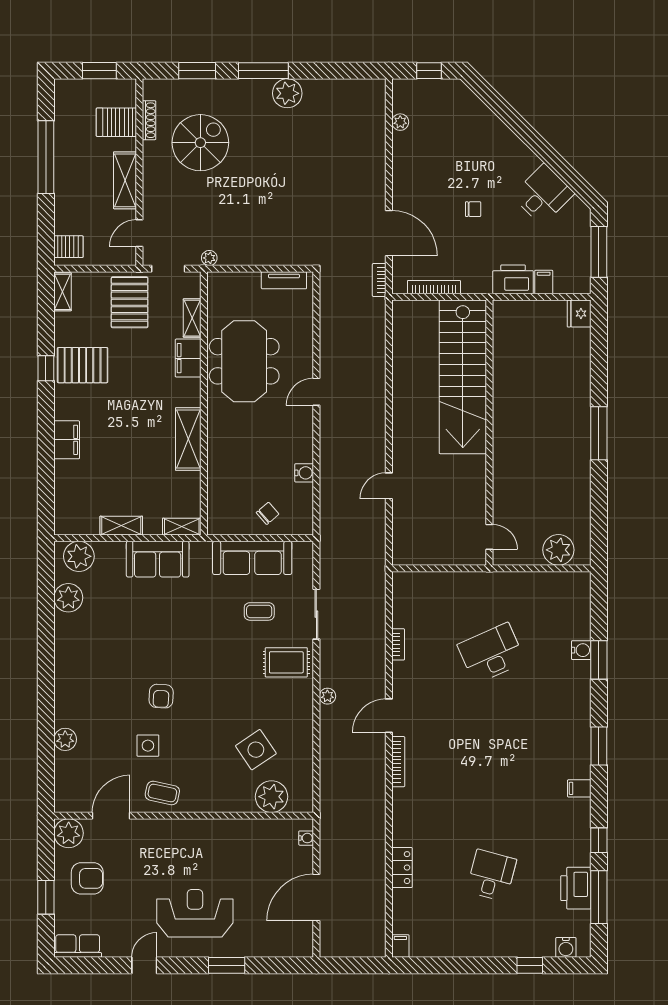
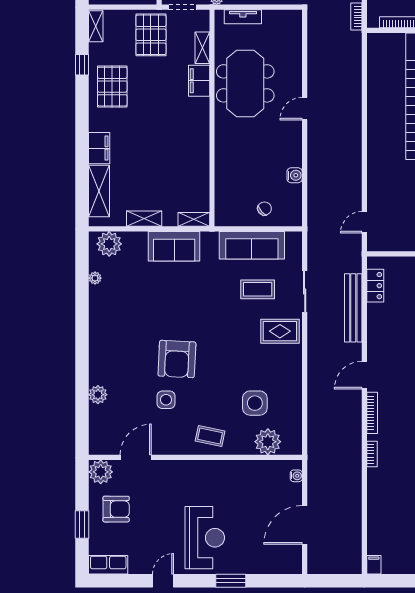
tv unit: (284, 280) -> (243, 17), moved
pallet: (83, 365) -> (112, 87), turned 90
window: (46, 368) -> (82, 65), moved
shelving: (188, 439) -> (99, 191), moved
door: (389, 486) -> (364, 222), moved
plant: (68, 598) -> (95, 278), width x0.53, depth x0.53
coffee table: (259, 611) -> (258, 289), width x1.36, depth x1.30
bench: (375, 634) -> (353, 308), added
bookcase: (398, 644) -> (372, 454), moved
armchair: (161, 696) -> (177, 359), width x1.88, depth x1.88
plant: (327, 696) -> (314, 359), removed
side table: (256, 750) -> (255, 403), turned 34
coffee table: (162, 793) -> (210, 436), moved
locker: (402, 868) -> (375, 286), moved
reception desk: (195, 913) -> (205, 538), turned 90

